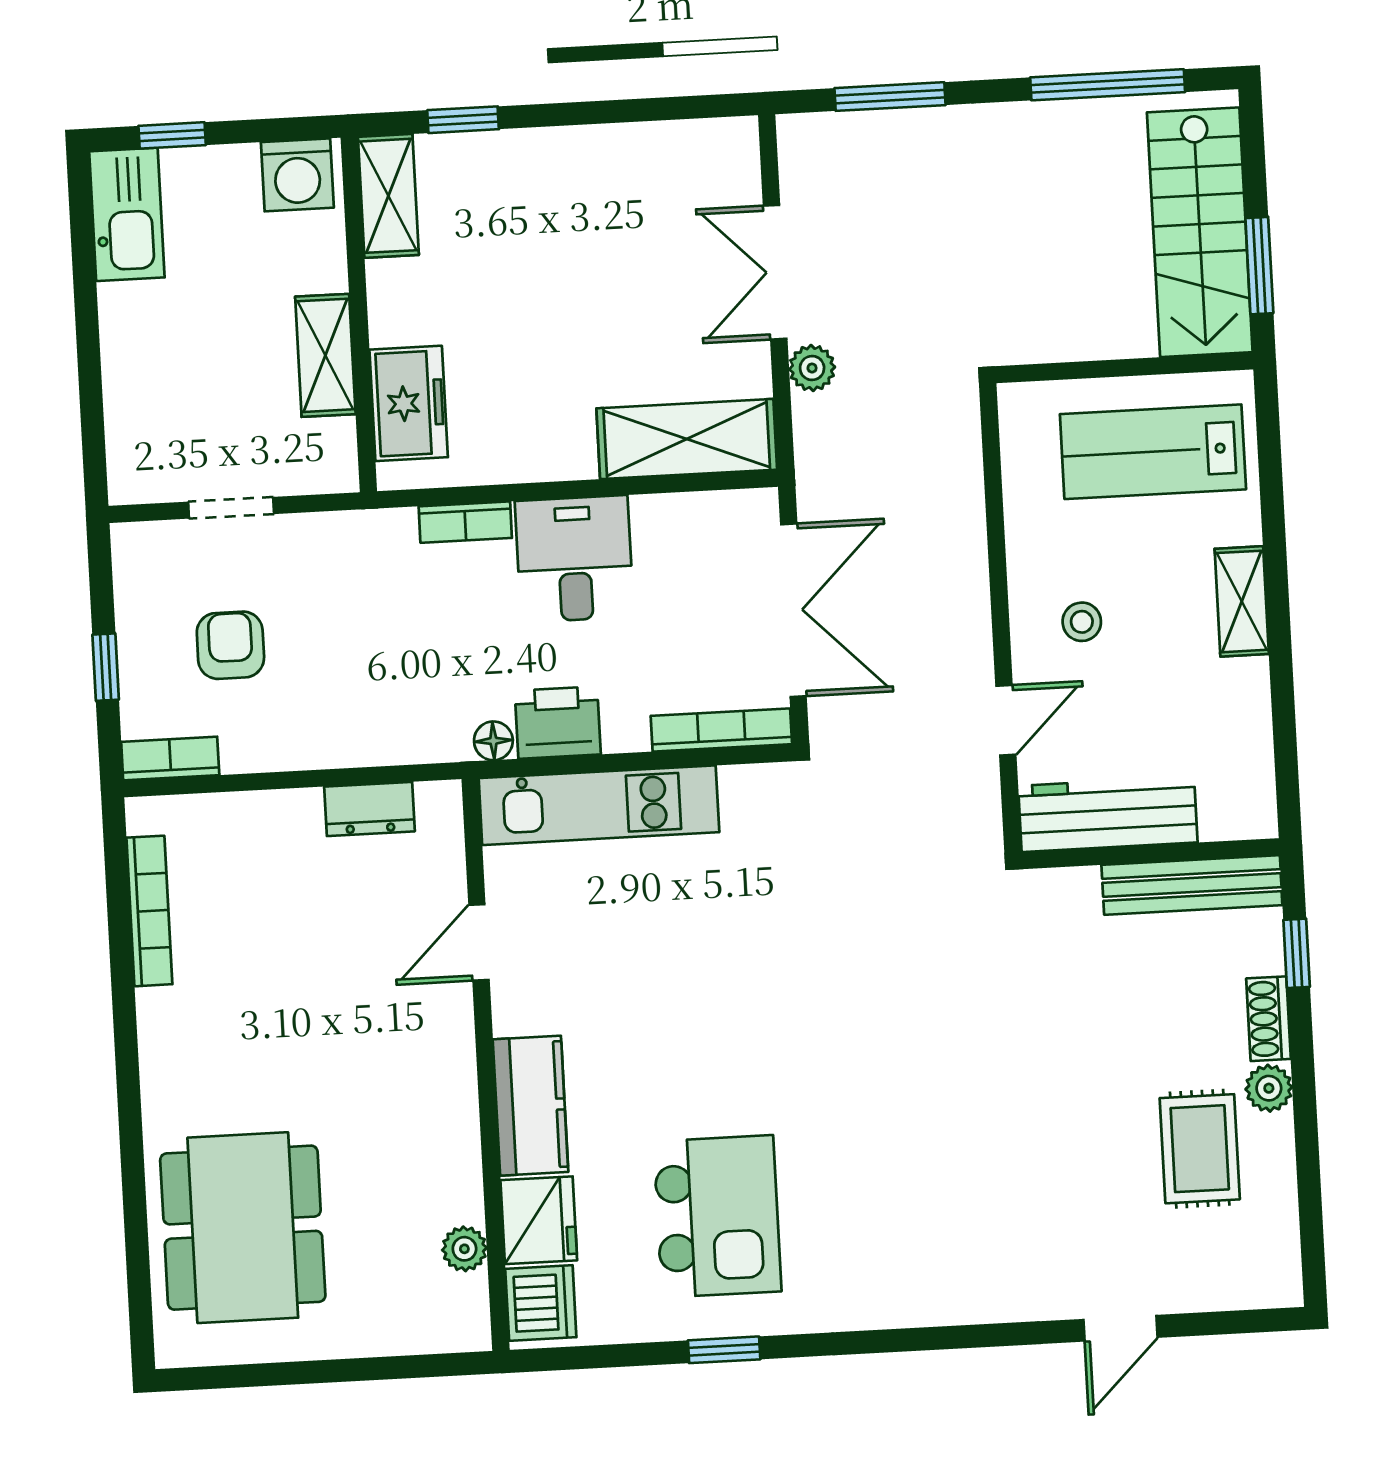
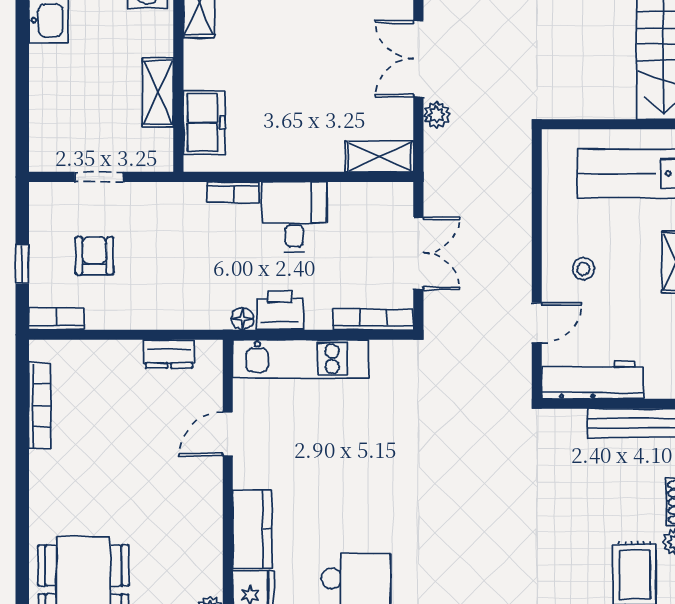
shelving: (687, 439) -> (380, 157), width x0.67, depth x0.75
double door: (793, 610) -> (418, 253), width x0.73

